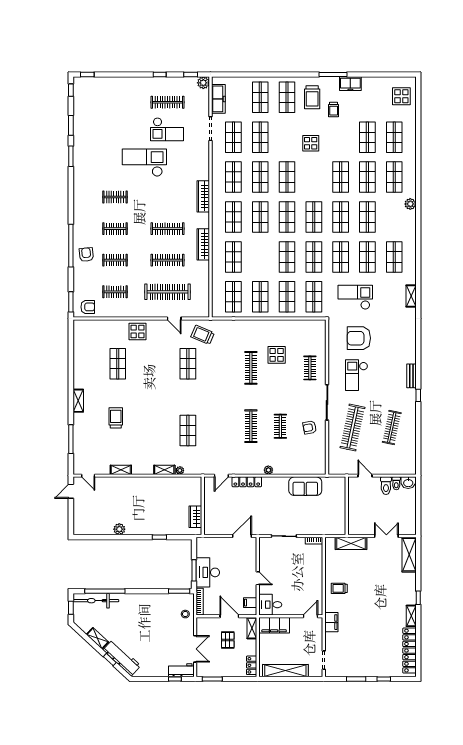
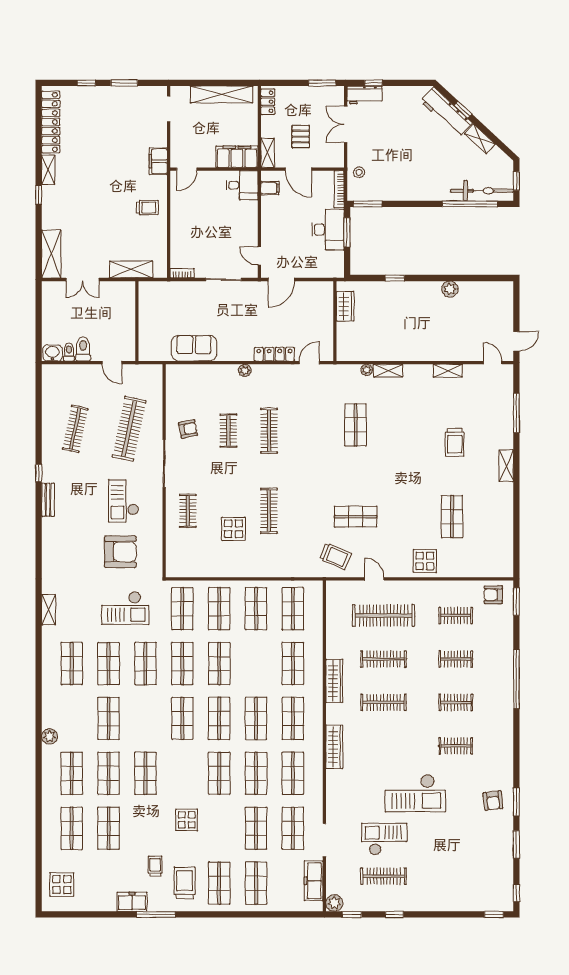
shop shelf: (341, 217) -> (145, 718), removed
armchair: (86, 255) -> (493, 801), moved
shop shelf: (188, 364) -> (356, 517), turned 90
checkout: (357, 375) -> (124, 501), turned 180
door: (258, 578) -> (259, 256), moved

